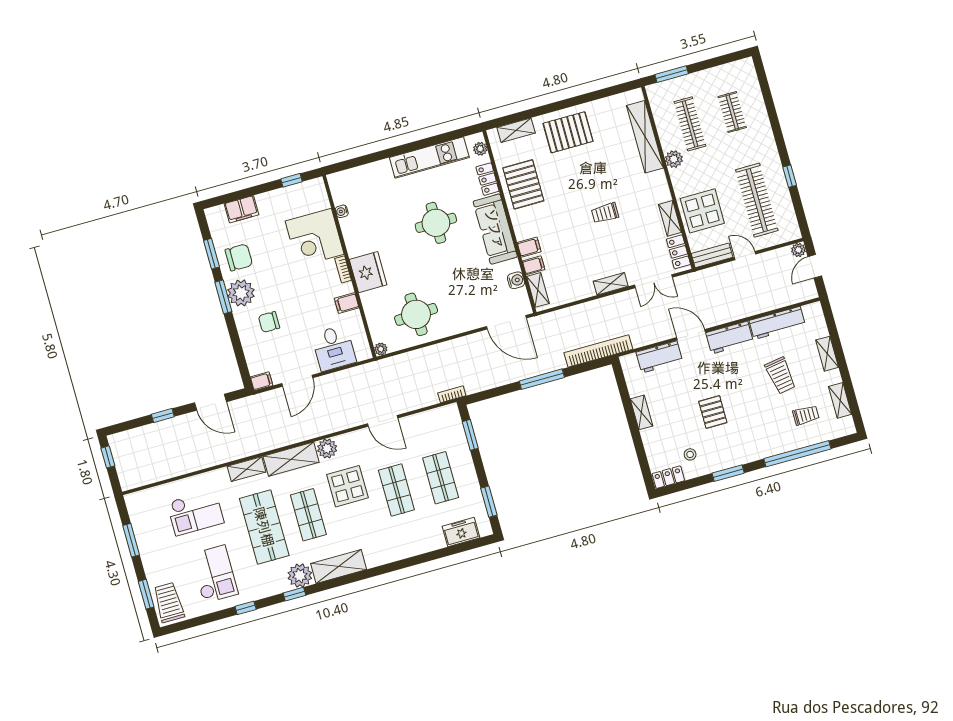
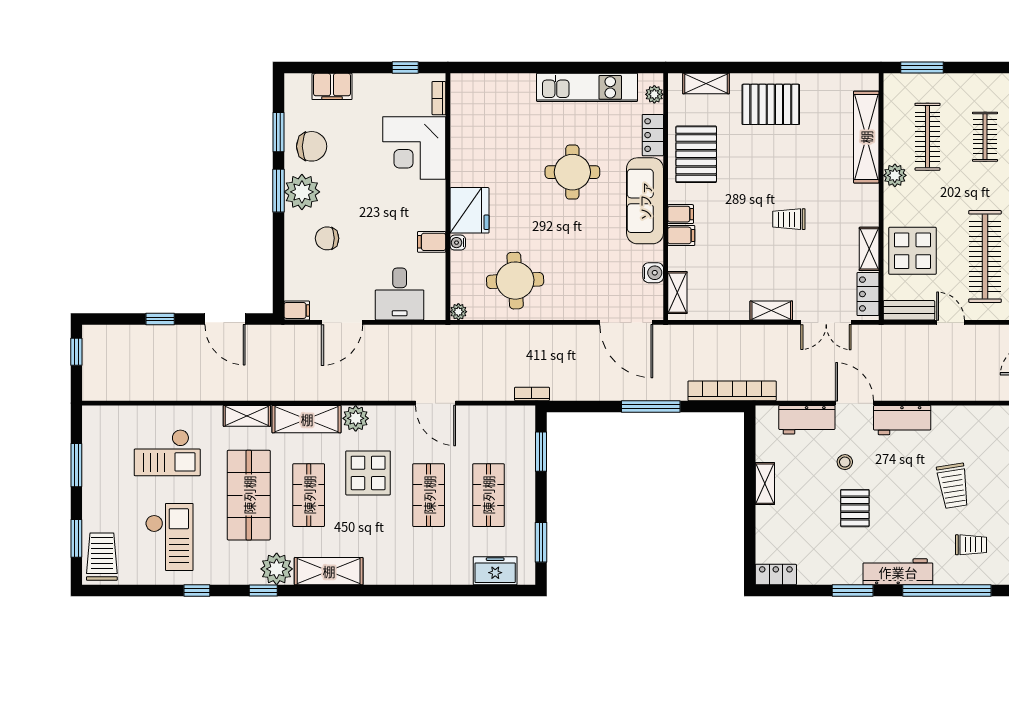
water cooler: (342, 211) -> (458, 243), moved
filing cabinet: (534, 265) -> (681, 214), moved
bookcase: (343, 269) -> (439, 98), moved
workbench: (777, 323) -> (898, 572), moved, turned 180
stool: (690, 454) -> (845, 462), moved

